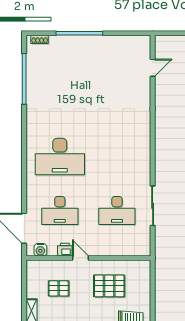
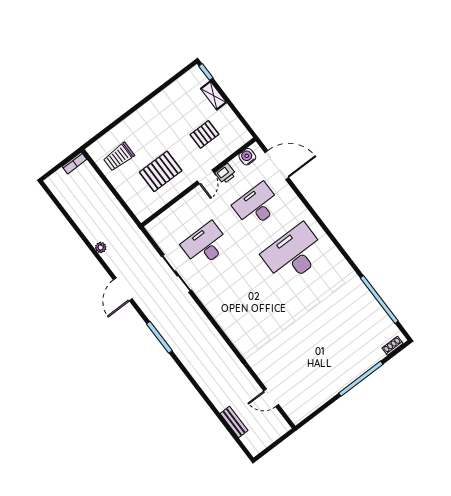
door: (153, 68) -> (271, 398), hinge flipped
door: (80, 258) -> (206, 177), hinge flipped

